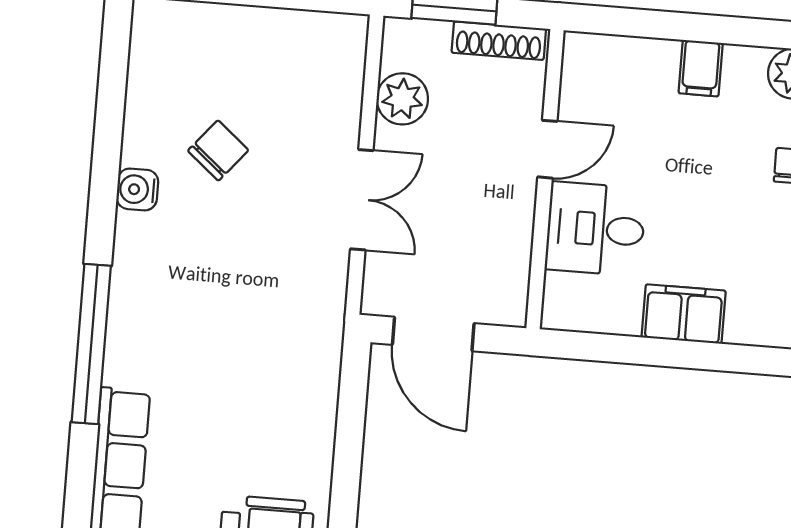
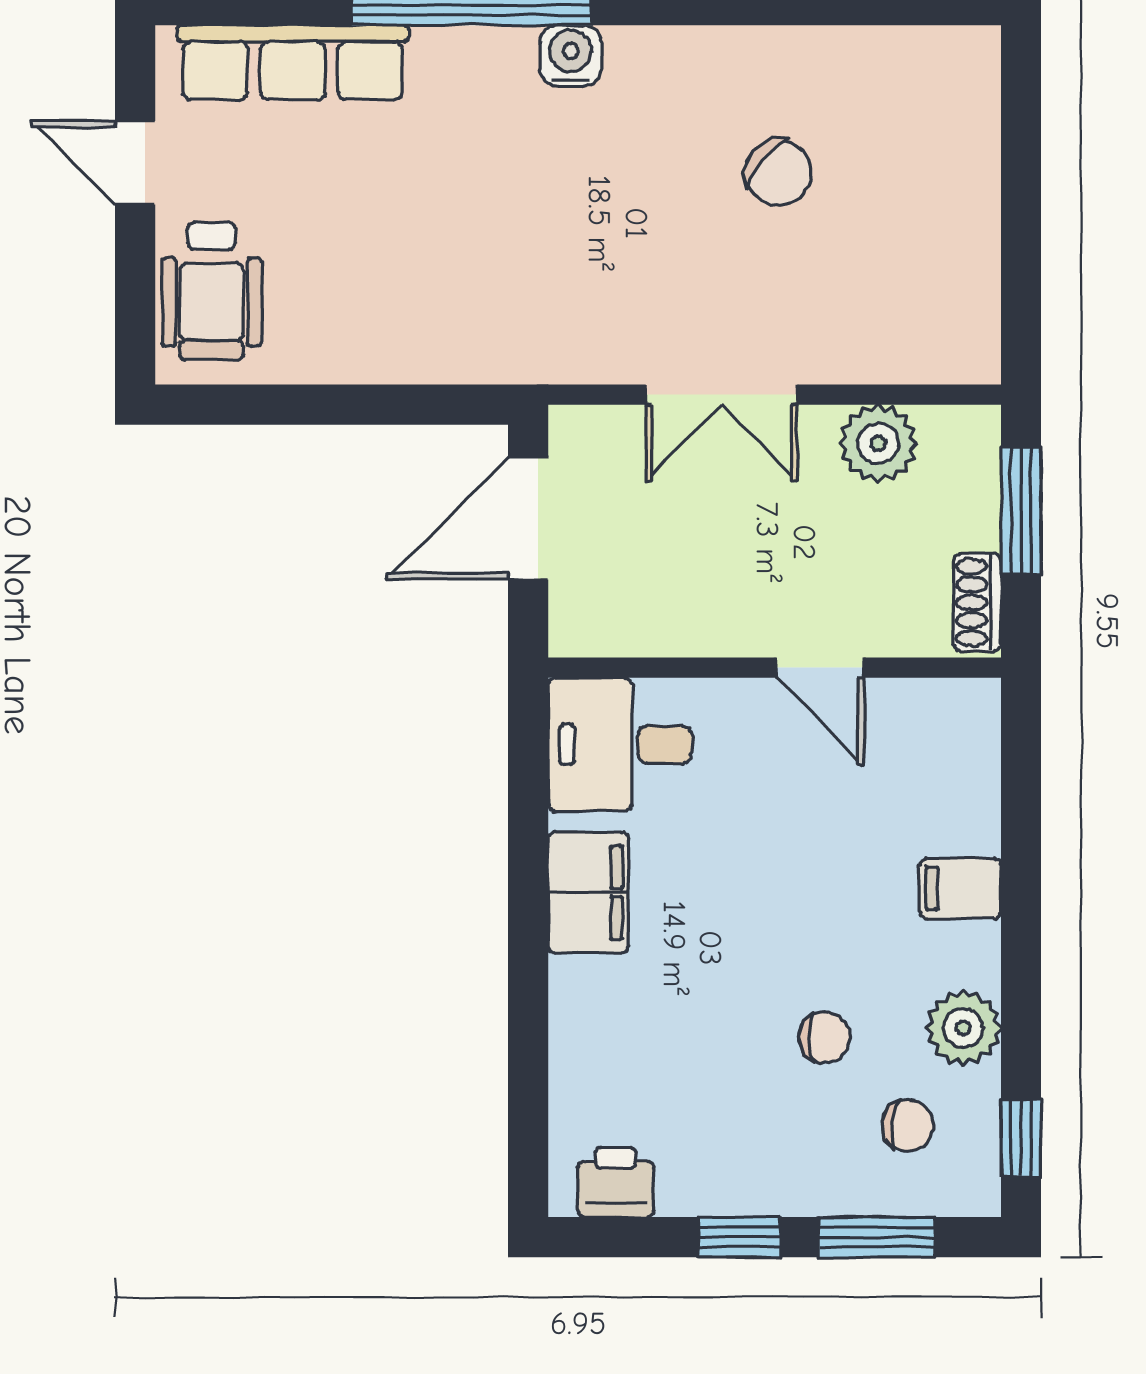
shoe rack: (499, 41) -> (977, 602), width x0.70
water cooler: (137, 189) -> (571, 56), moved
desk: (596, 229) -> (620, 744), moved, turned -90

